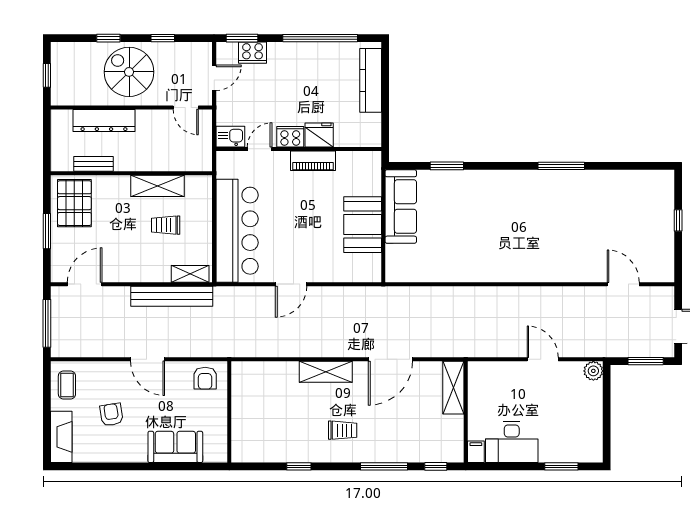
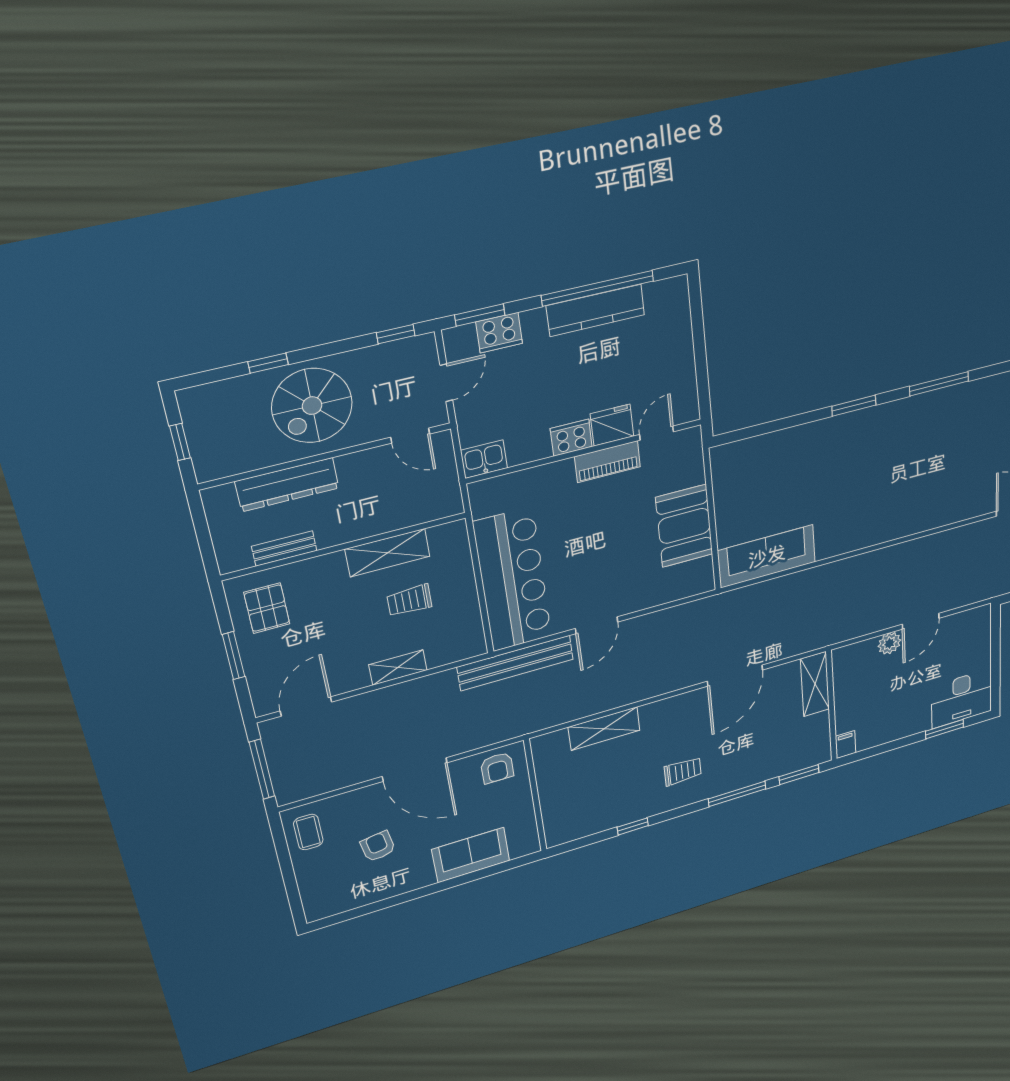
window: (163, 38) -> (396, 334), moved
spiral stairs: (129, 72) -> (312, 406), turned -90
kitchen counter: (371, 80) -> (596, 310), moved, turned -90
door: (260, 149) -> (657, 433), moved
window: (447, 166) -> (854, 406), moved
pallet: (74, 203) -> (267, 608), width x0.67, depth x0.71
sofa: (401, 206) -> (767, 556), moved, turned -90
shelving: (190, 274) -> (398, 667), moved
bench: (172, 296) -> (515, 663), moved
door: (147, 359) -> (415, 770), width x1.36
door: (543, 359) -> (921, 621), swing flipped
plant: (593, 371) -> (889, 643), moved
shelving: (326, 372) -> (604, 729), moved
fireplace: (61, 437) -> (314, 892), removed
desk: (512, 442) -> (962, 699), moved
window: (436, 466) -> (799, 775), width x1.50

